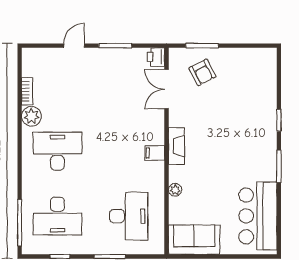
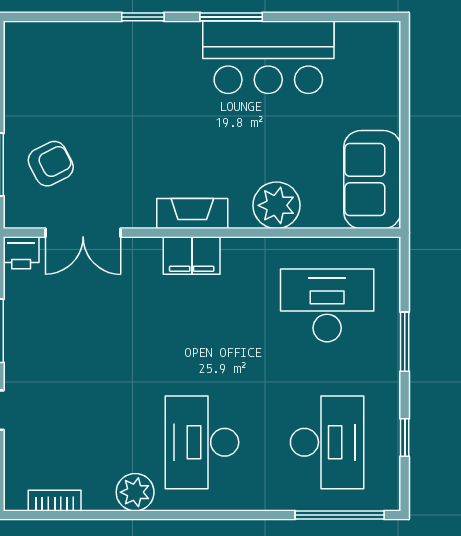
bookcase: (27, 91) -> (55, 501), moved
filing cabinet: (155, 153) -> (192, 256), width x2.00
plant: (175, 190) -> (276, 205), width x1.88, depth x1.88
bar counter: (258, 216) -> (268, 57), moved

